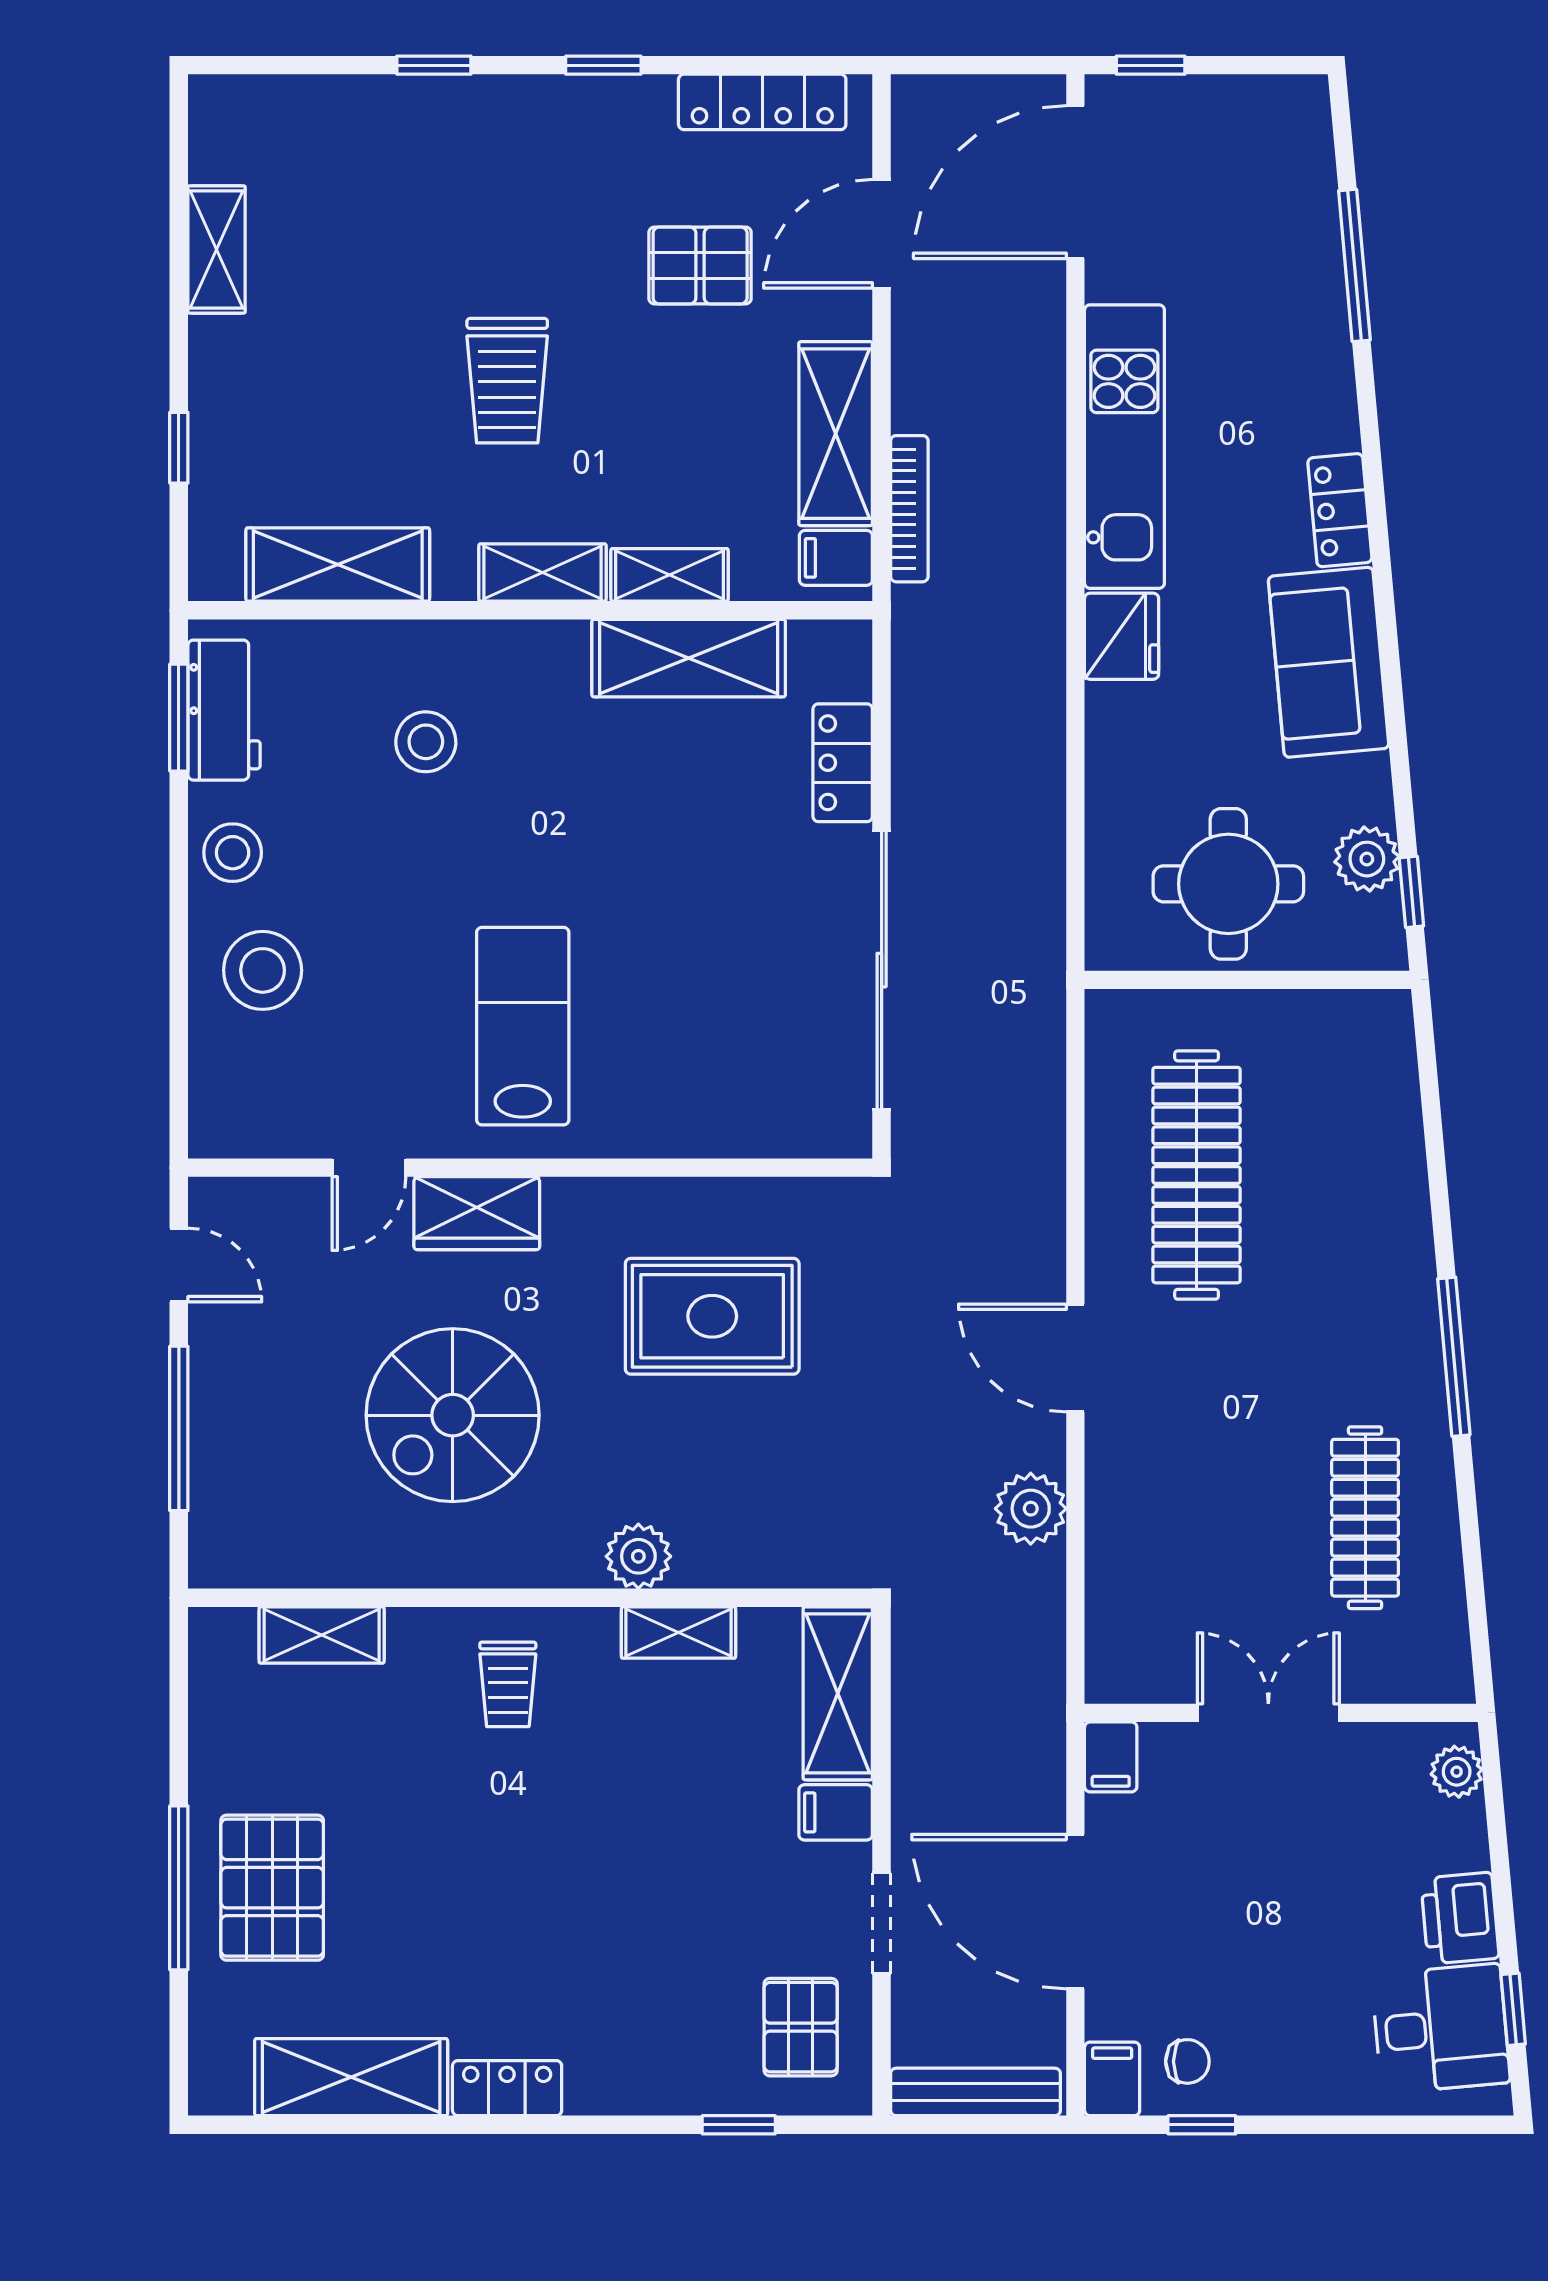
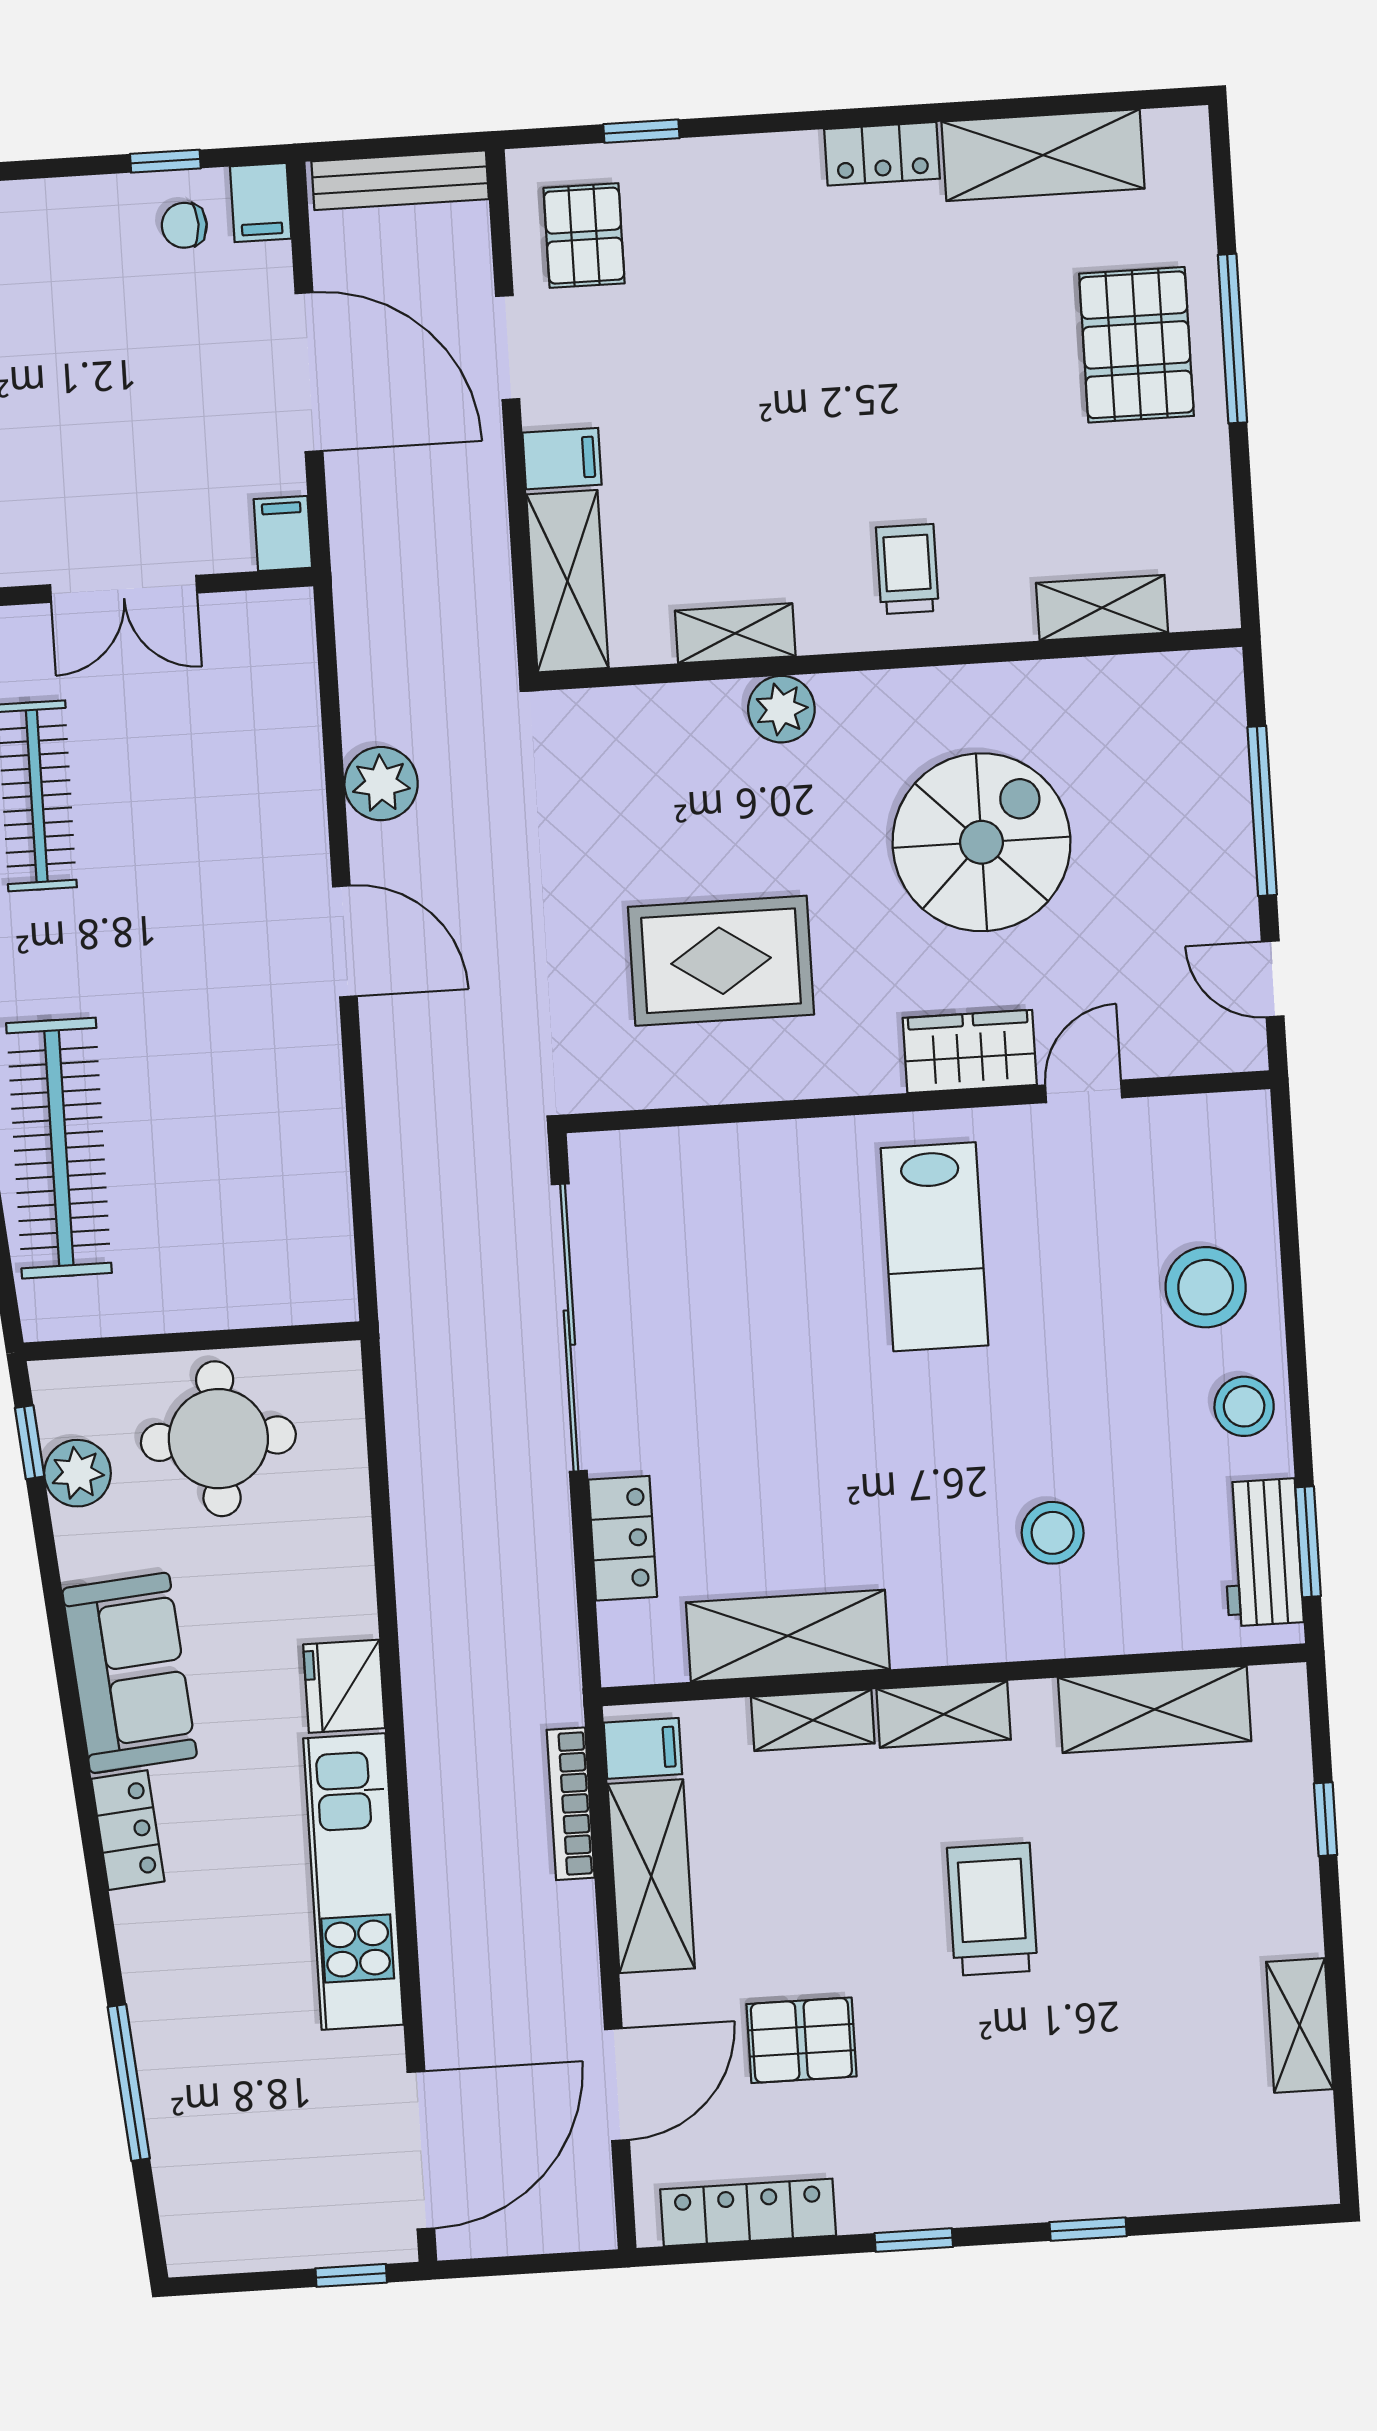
clothes rail: (1197, 1175) -> (59, 1148), moved

